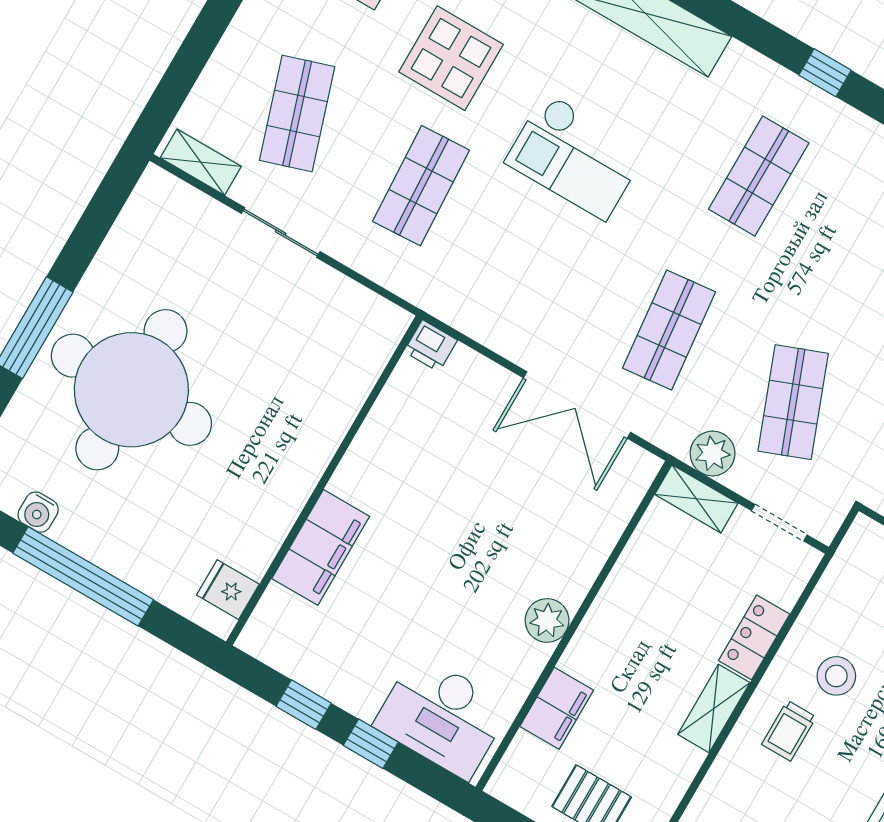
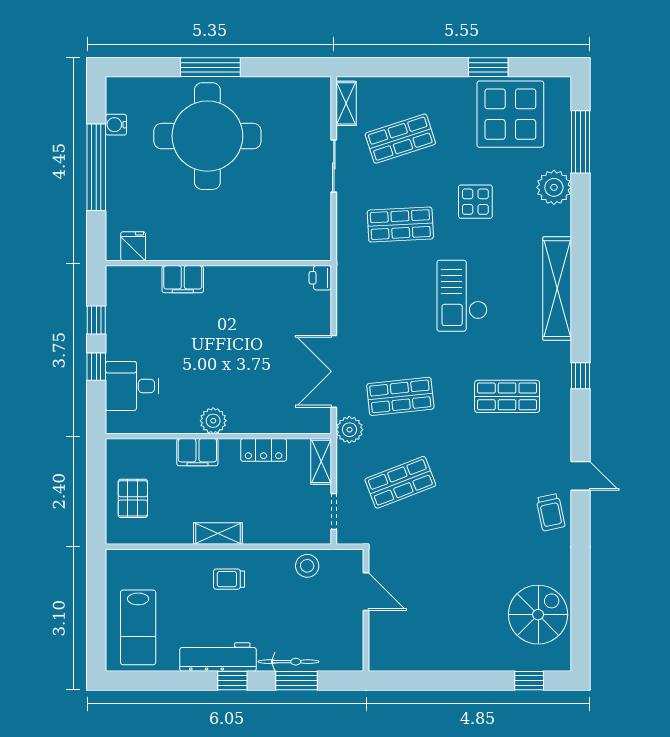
display table: (451, 58) -> (475, 202), width x0.73, depth x0.73
window: (825, 73) -> (580, 376), moved
plant: (713, 454) -> (349, 430), moved
filing cabinet: (321, 547) -> (183, 279), width x0.67, depth x0.86
locker: (754, 637) -> (264, 450), moved, turned 180
stool: (836, 676) -> (307, 566), moved
filing cabinet: (557, 708) -> (197, 452), moved
desk: (442, 716) -> (132, 386), width x0.73

